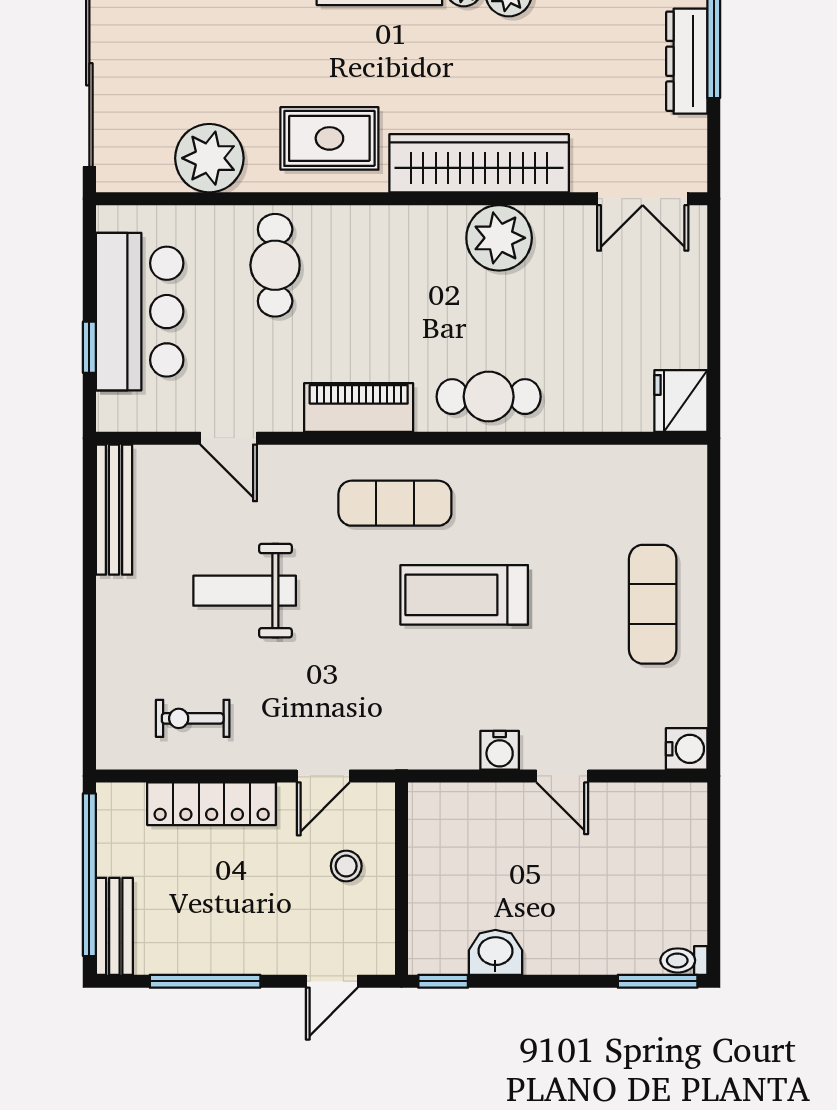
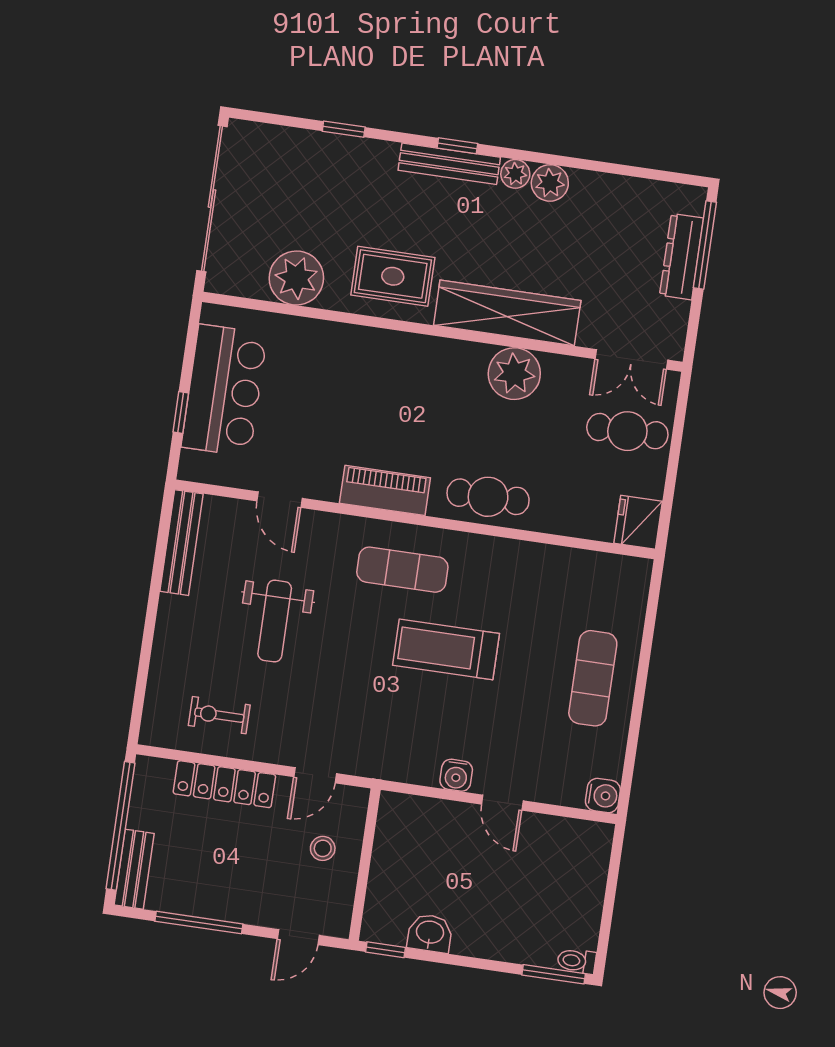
cafe table: (275, 265) -> (627, 431), moved, turned 90
weight bench: (245, 591) -> (275, 621), turned -90

